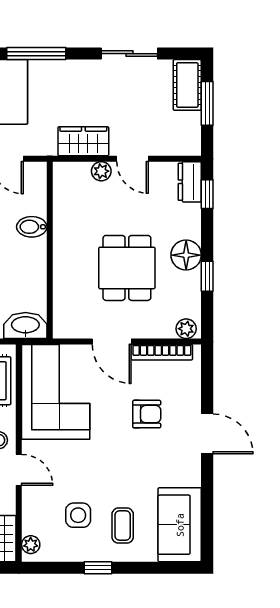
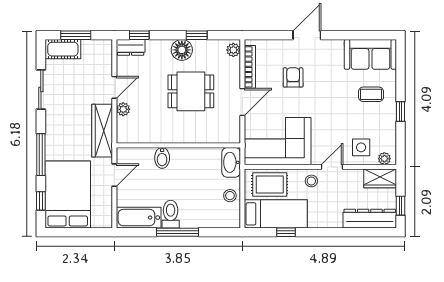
wardrobe: (83, 141) -> (102, 131), width x1.50
side table: (78, 515) -> (361, 147), moved

